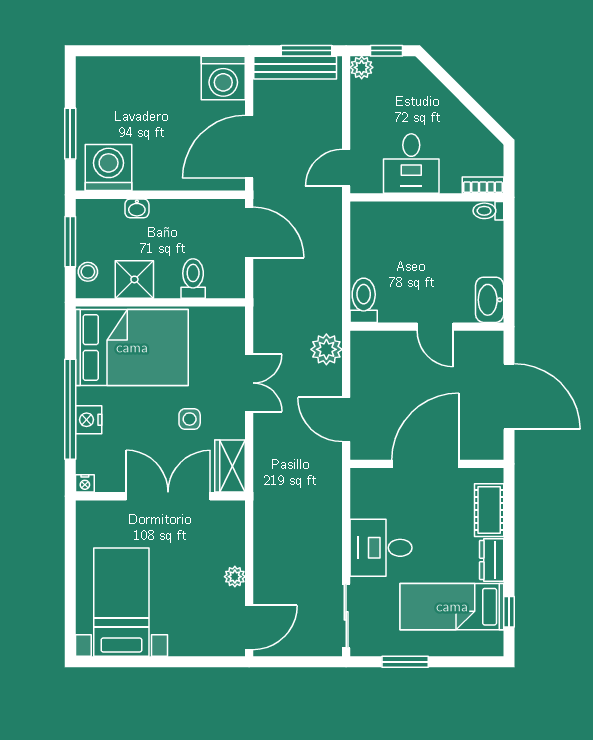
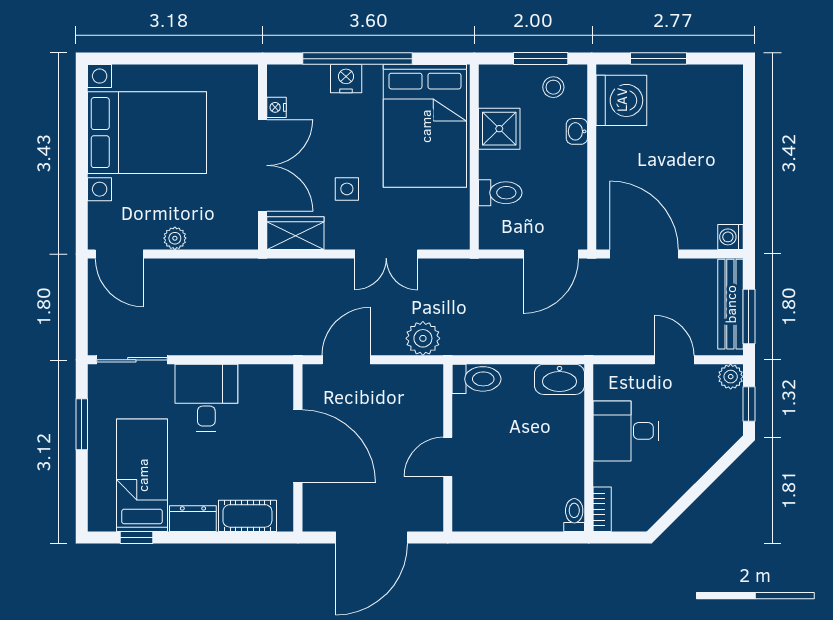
washing machine: (223, 78) -> (730, 237), width x0.53, depth x0.53
door: (346, 168) -> (674, 360), moved
stool: (88, 272) -> (553, 87), moved
washbasin: (490, 300) -> (560, 379), moved, turned 180
nightstand: (85, 483) -> (277, 107), moved
bed with nightstands: (121, 602) -> (147, 133), width x1.36

